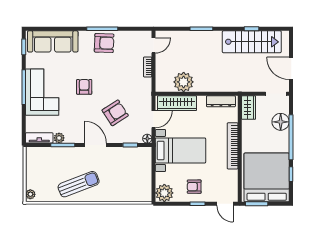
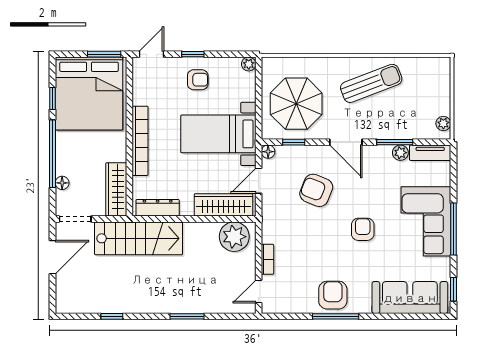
stairs: (252, 42) -> (138, 238), moved, turned 180
armchair: (104, 43) -> (333, 295), turned 88
door: (291, 68) -> (53, 257), hinge flipped
plant: (184, 82) -> (234, 237), moved
armchair: (84, 87) -> (363, 229), turned 180
wardrobe: (249, 108) -> (116, 189), width x1.50
armchair: (115, 113) -> (316, 190), turned 55
floor lamp: (281, 122) -> (62, 183), width x0.53, depth x0.53
parasol: (129, 171) -> (296, 104), added
sun lounger: (79, 184) -> (371, 83), turned 180
plant: (164, 193) -> (249, 64), width x0.53, depth x0.53
plant: (30, 194) -> (443, 123), moved
door: (225, 204) -> (151, 54), hinge flipped

